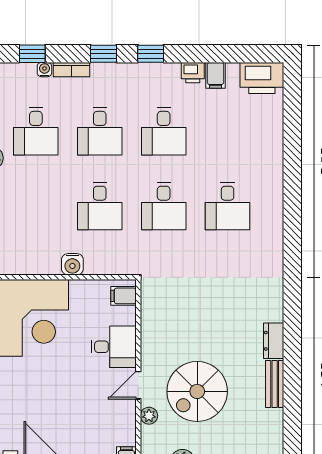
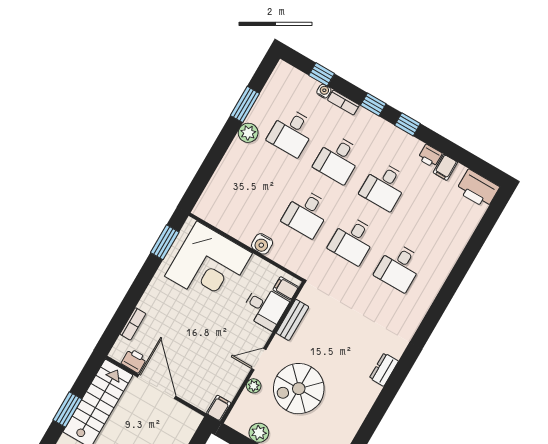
dresser: (274, 341) -> (384, 370), moved
desk: (114, 347) -> (265, 307), moved
bench: (275, 384) -> (292, 320), moved

